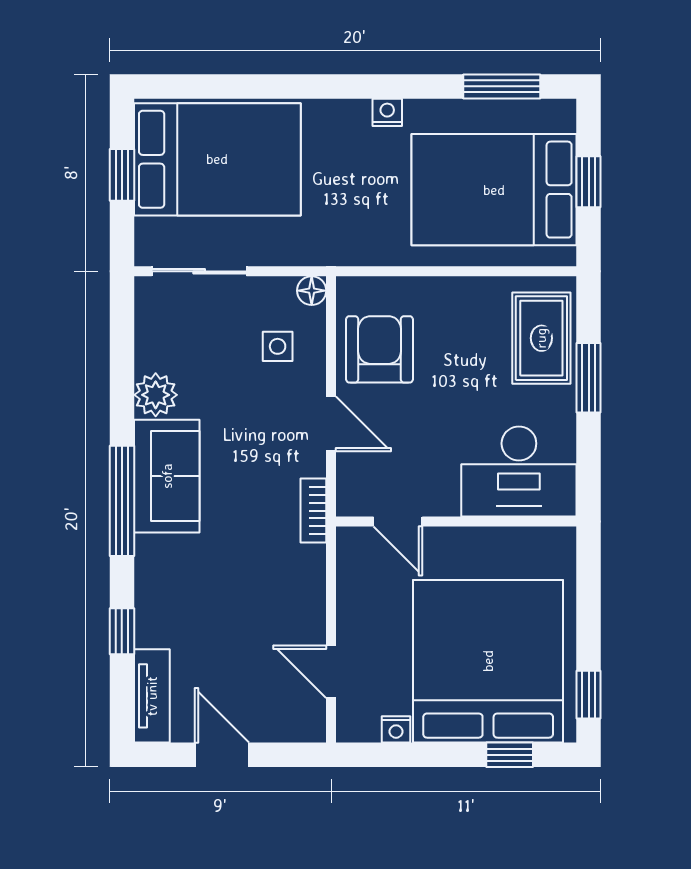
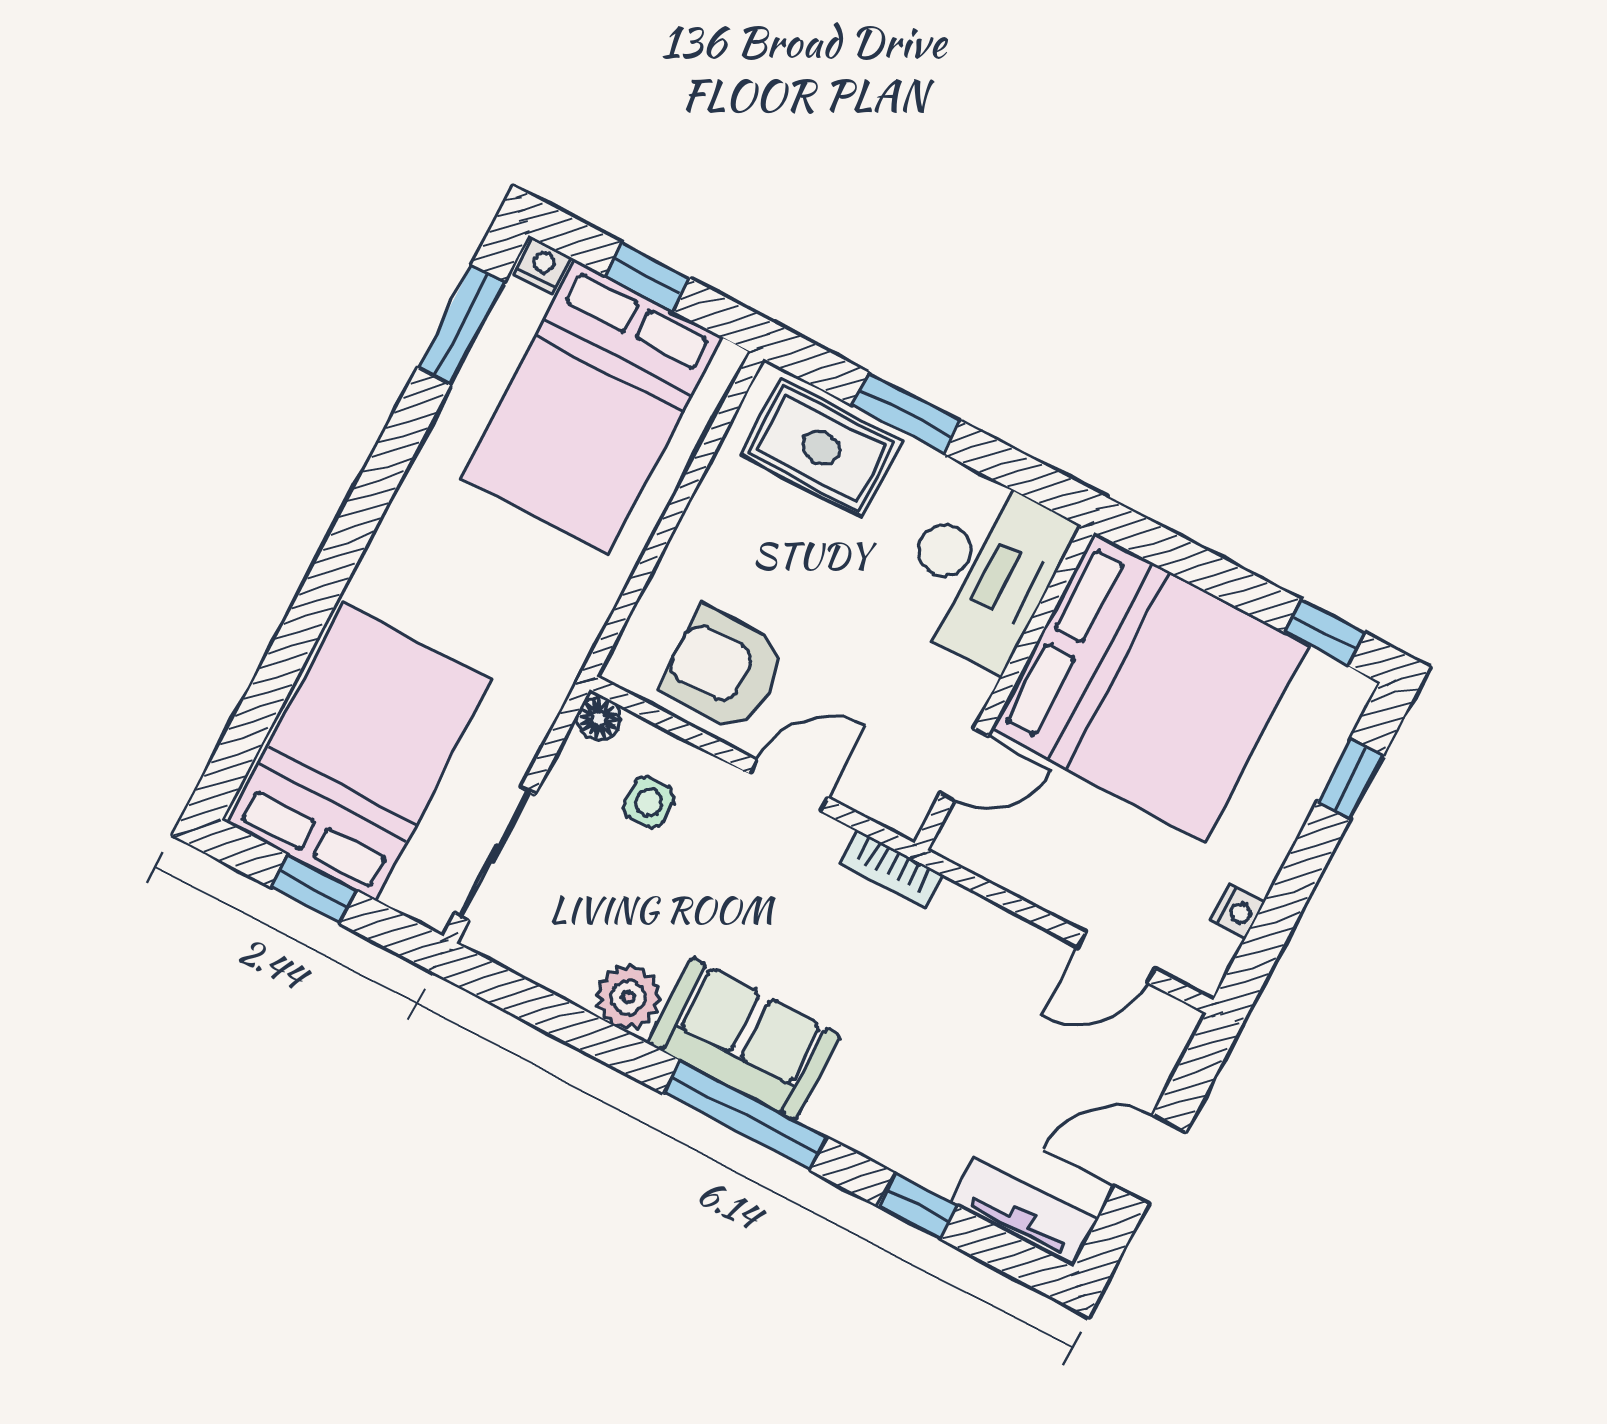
nightstand: (387, 112) -> (542, 265), moved, turned 90
bed: (488, 661) -> (1150, 687), moved, turned 180

